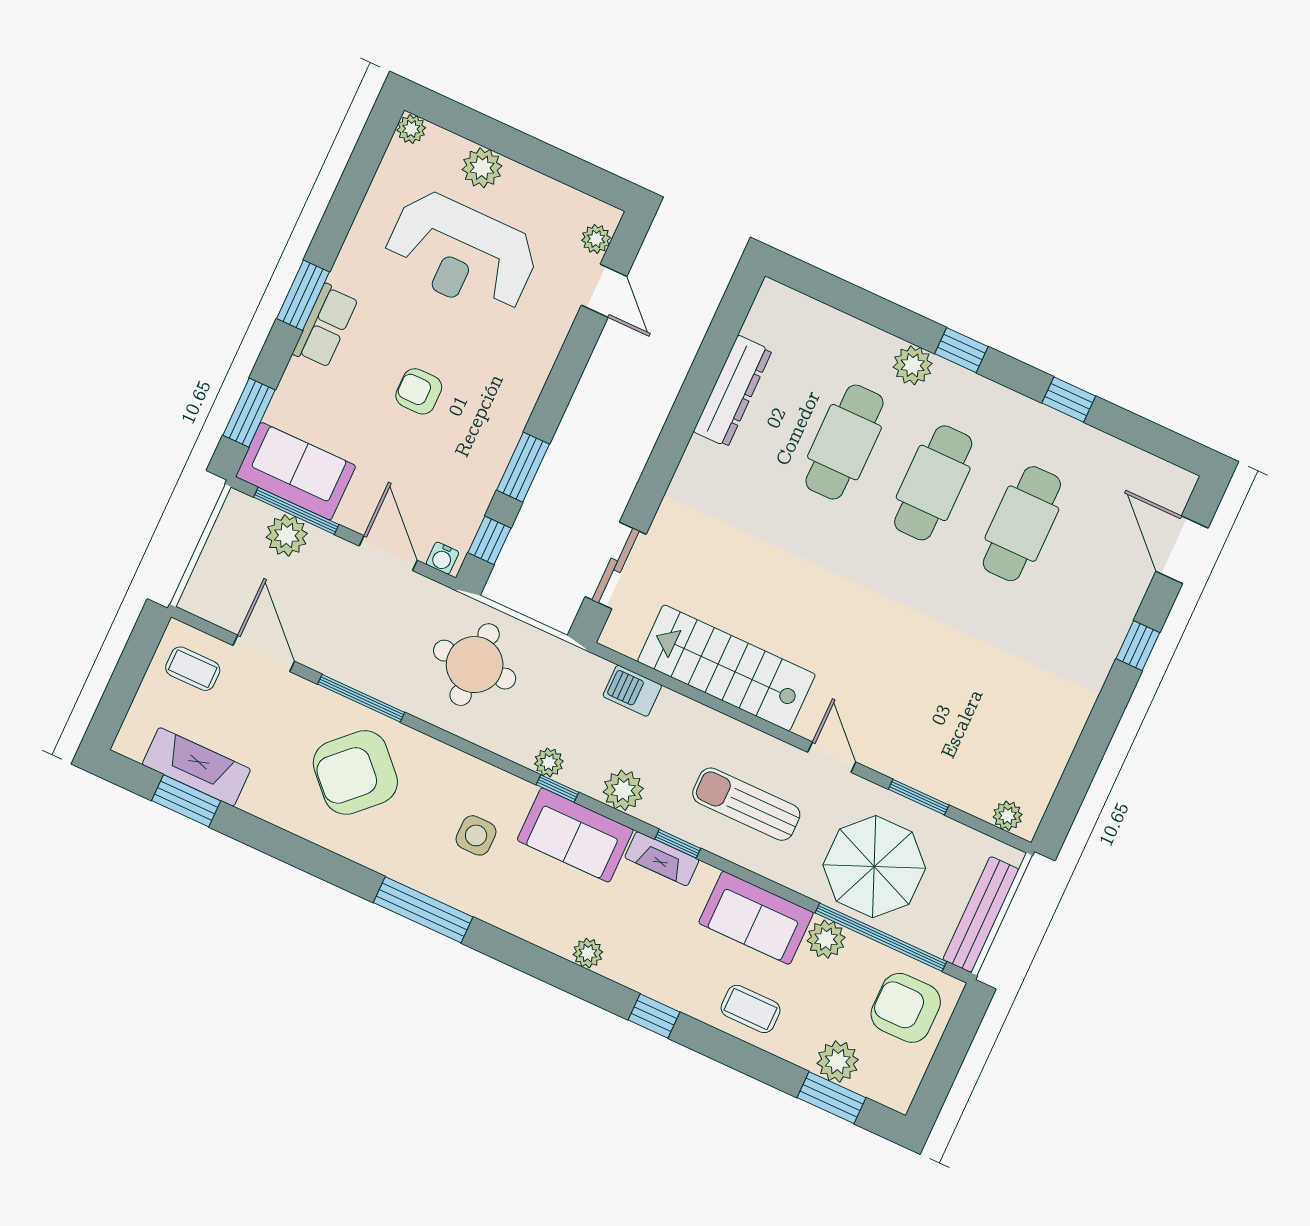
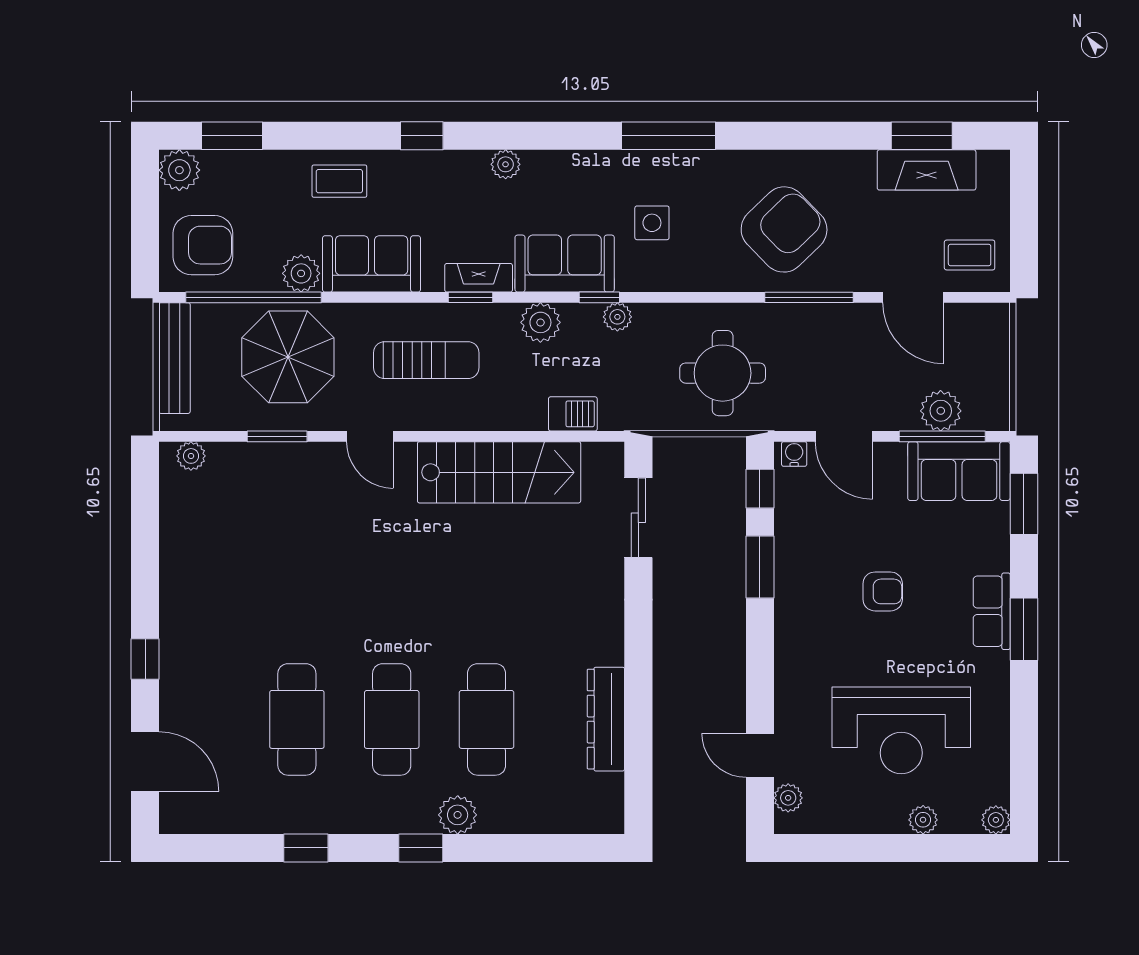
plant: (482, 168) -> (923, 820), width x0.73, depth x0.73
reception desk: (461, 253) -> (901, 730), turned 180
plant: (838, 1062) -> (179, 170), moved

